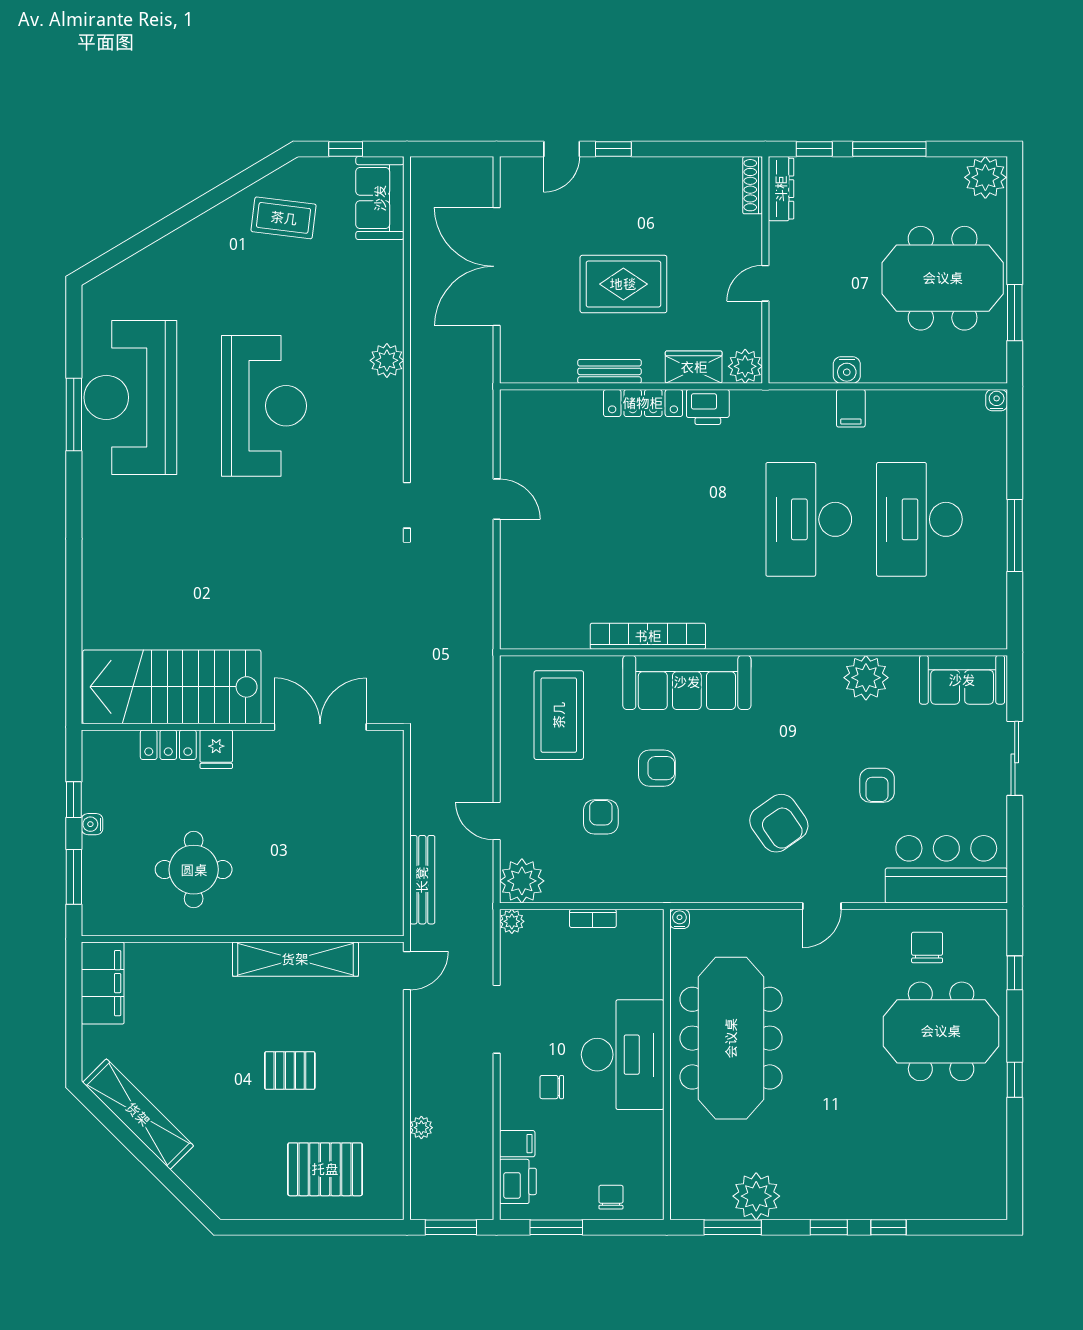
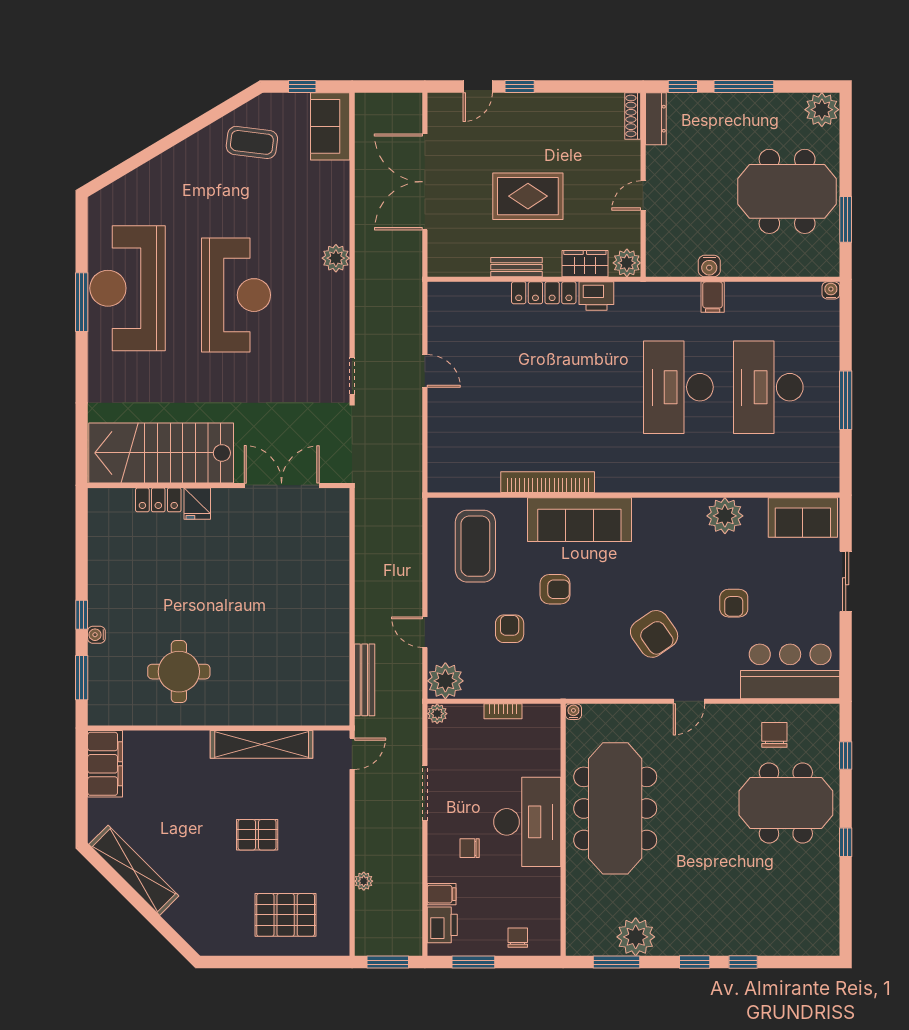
stairs: (172, 687) -> (161, 453), moved
wall: (243, 727) -> (219, 485), moved
double door: (320, 727) -> (282, 485), moved
locker: (168, 745) -> (158, 500), moved
fridge: (216, 749) -> (197, 504), moved

